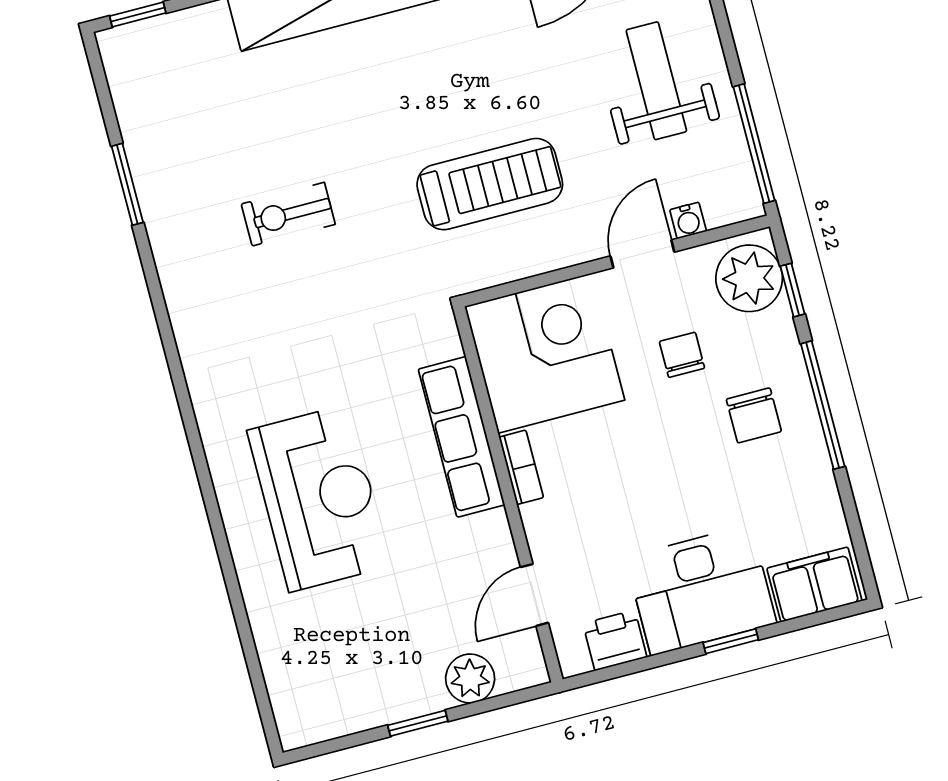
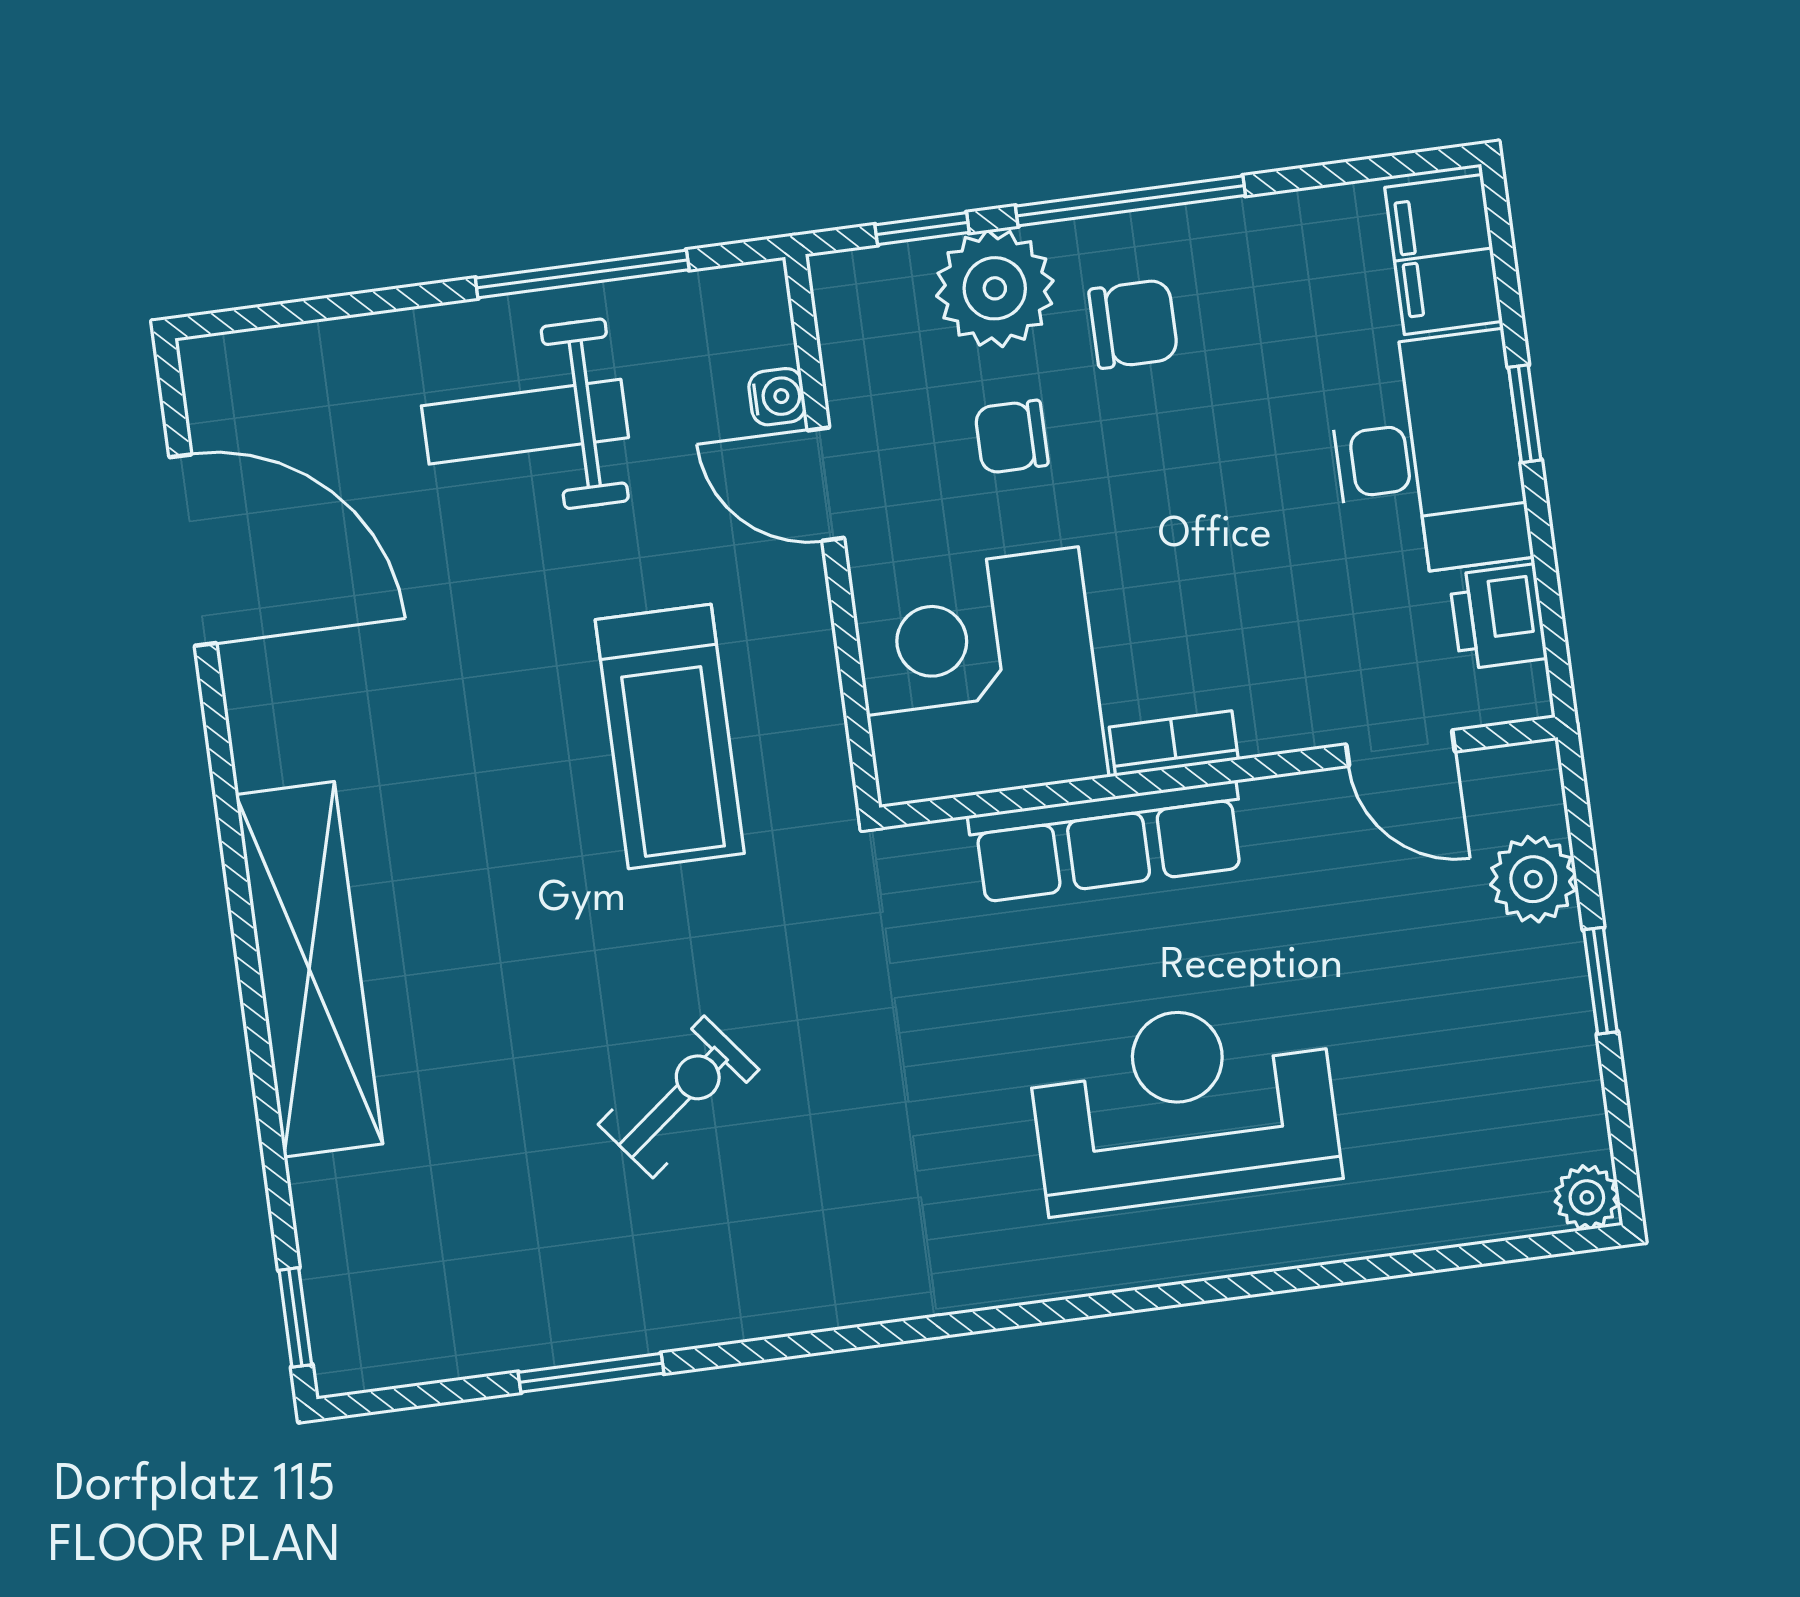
window: (754, 144) -> (582, 274), moved
treadmill: (490, 184) -> (670, 737), turned 180
exercise bike: (288, 214) -> (679, 1097), turned -128
plant: (749, 278) -> (995, 288), moved
plant: (295, 731) -> (1587, 1197), added

